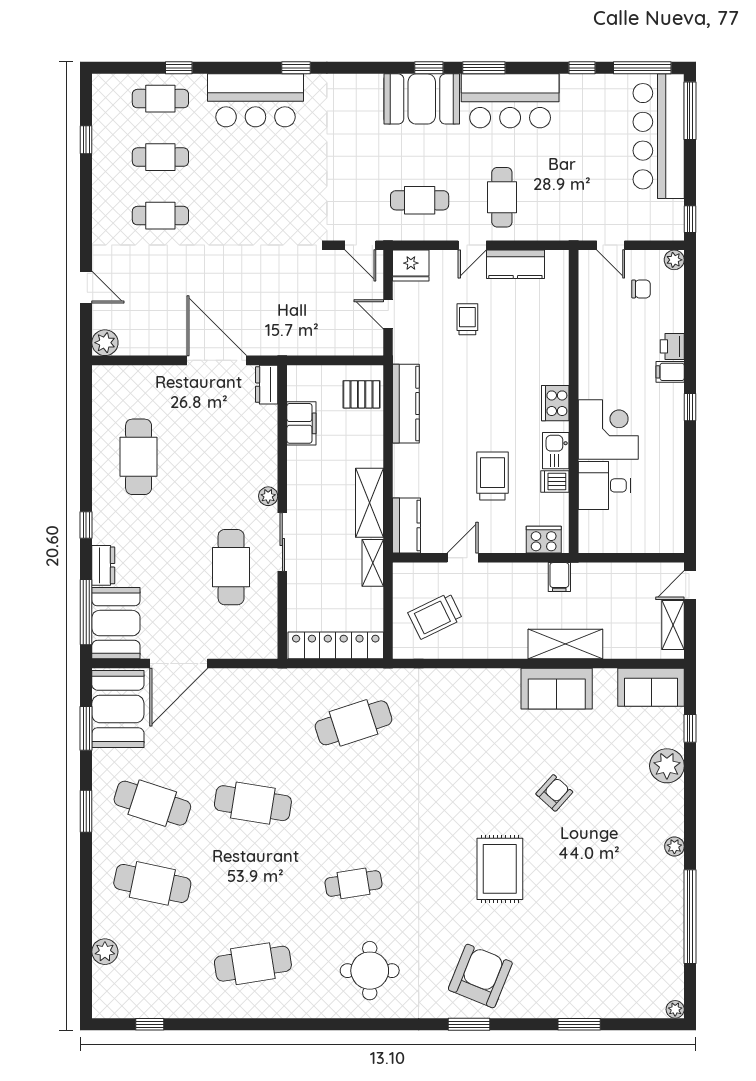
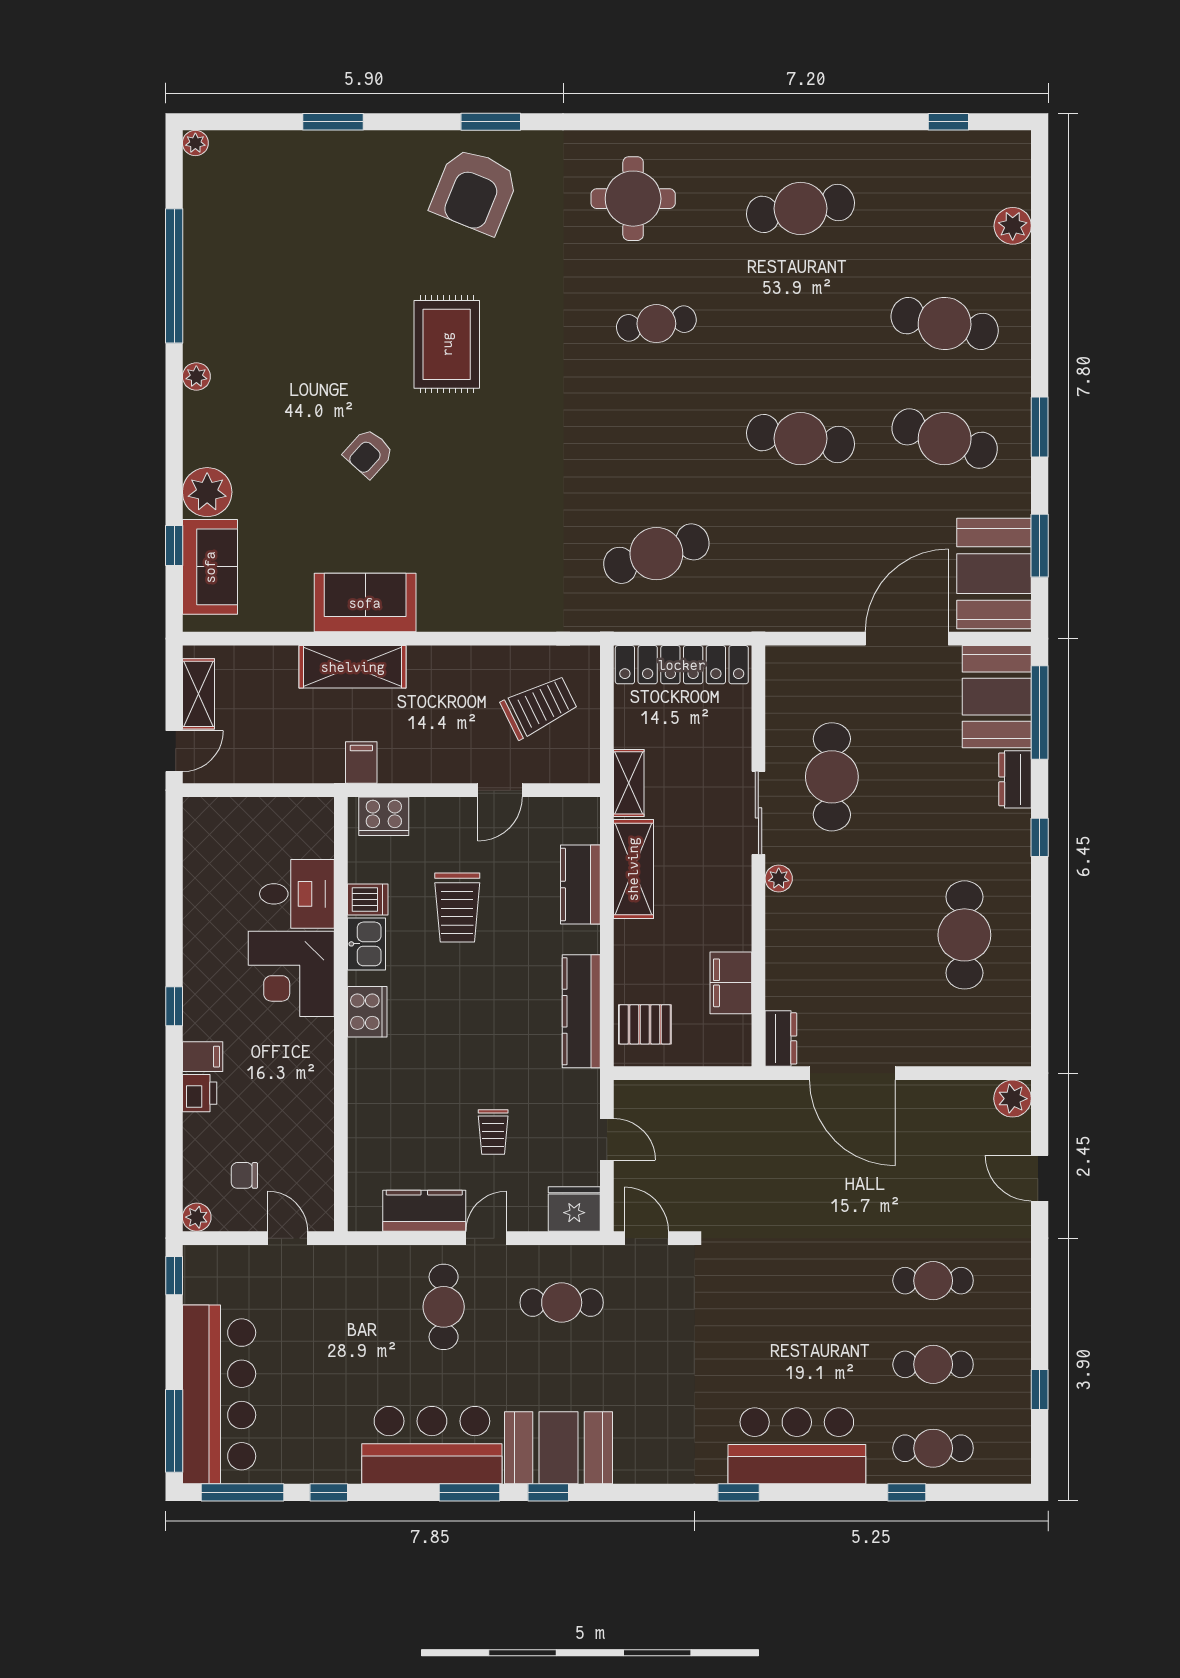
kitchen counter: (407, 525) -> (580, 884), moved
sofa: (651, 687) -> (210, 567), moved, turned 90

